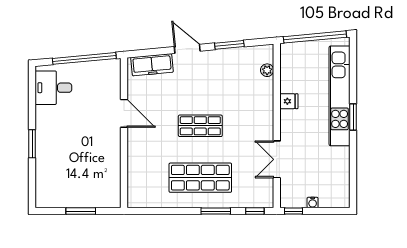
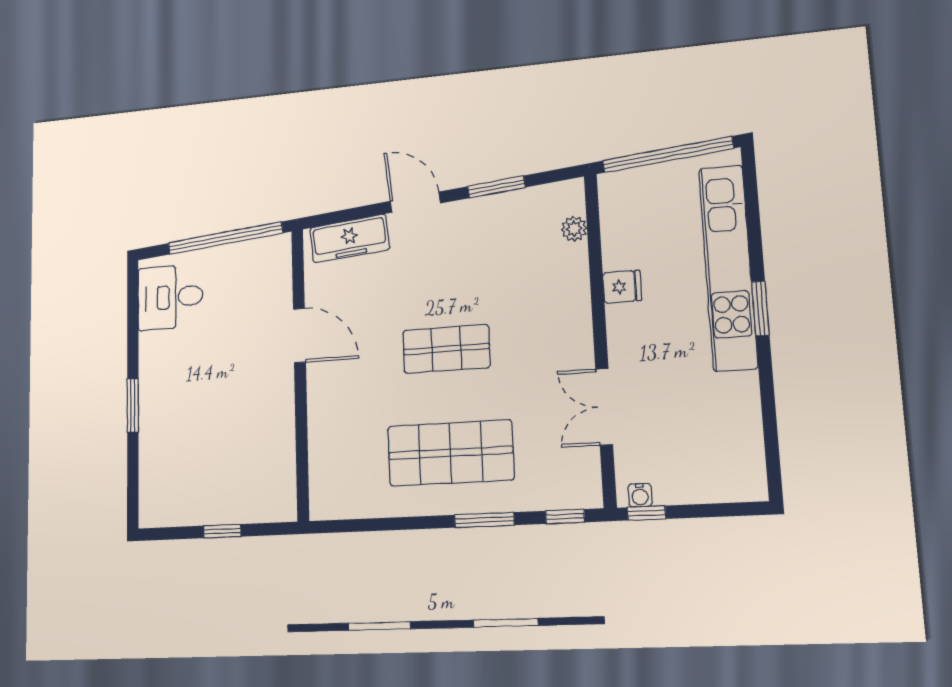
water cooler: (313, 203) -> (640, 495), moved
window: (81, 211) -> (222, 531), width x0.67

